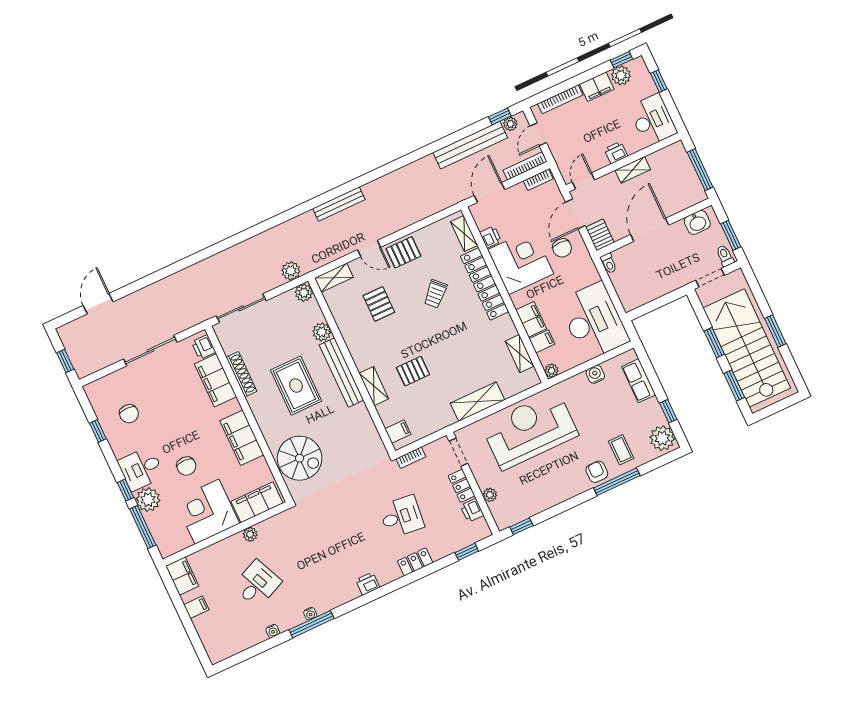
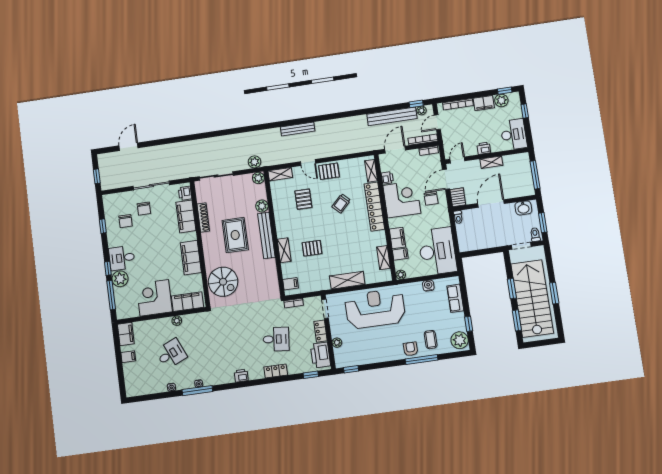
chair: (186, 466) -> (144, 209), moved
printer: (472, 510) -> (320, 355), width x1.87, depth x1.48

